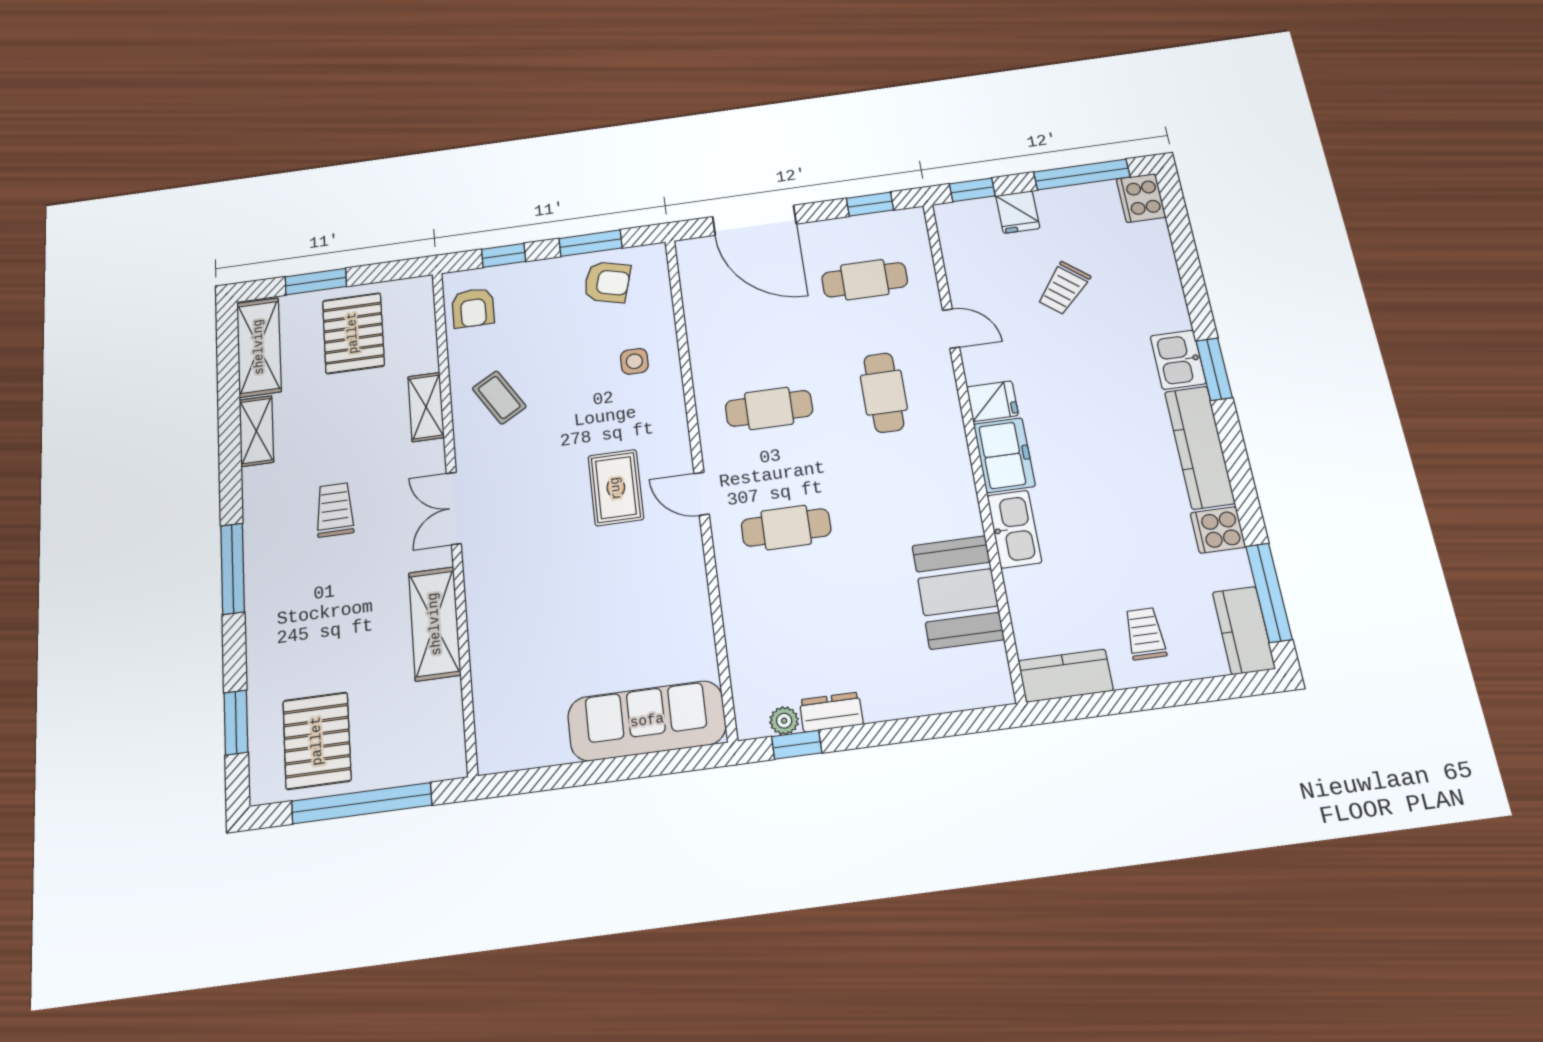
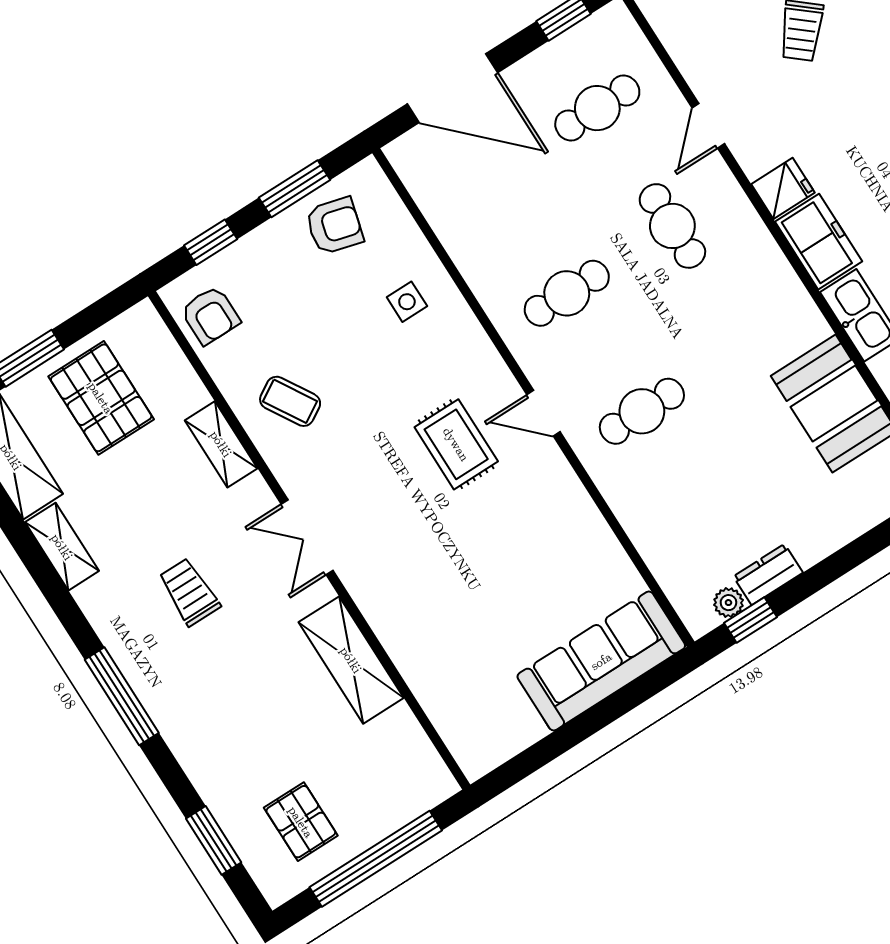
door: (951, 329) -> (708, 126), swing flipped
pallet: (317, 741) -> (301, 822), width x0.67, depth x0.71

